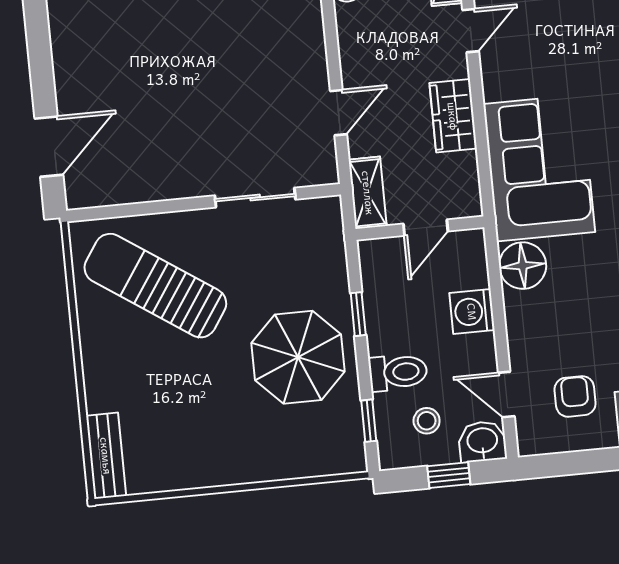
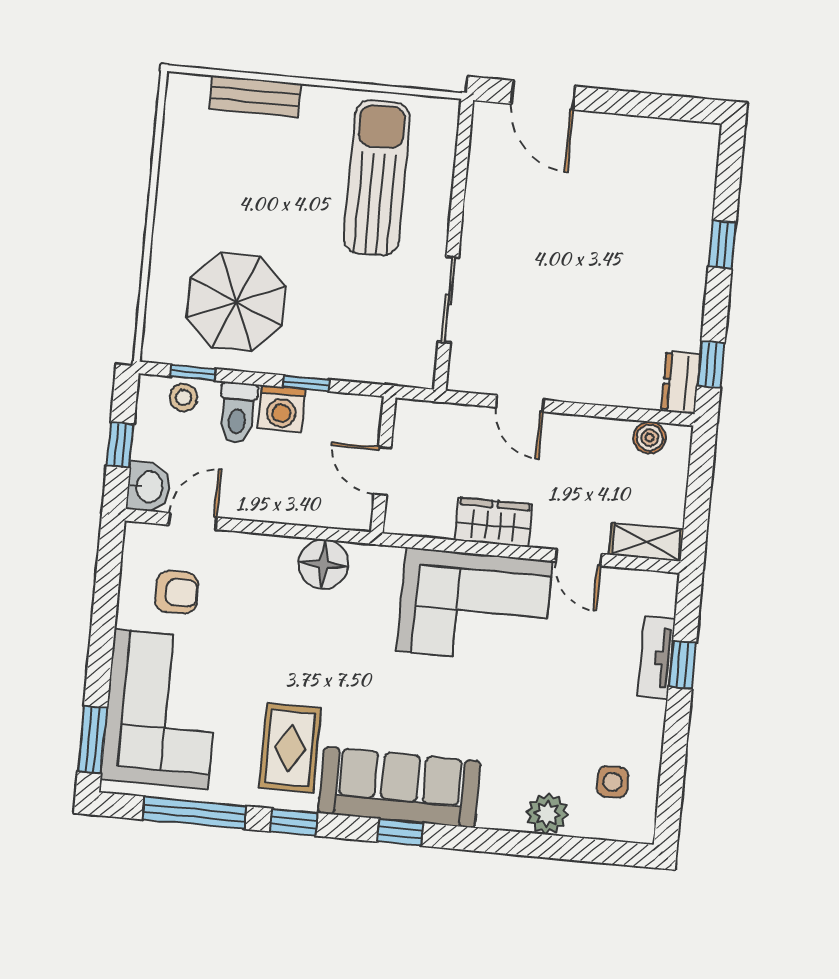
corner sofa: (539, 168) -> (474, 606), moved
shelving: (368, 193) -> (431, 418), removed
sun lounger: (155, 286) -> (377, 178), turned -34
washing machine: (472, 312) -> (282, 409), moved, turned 180
parasol: (298, 357) -> (236, 302), moved
stool: (427, 421) -> (183, 397), moved
bench: (106, 456) -> (255, 96), moved

